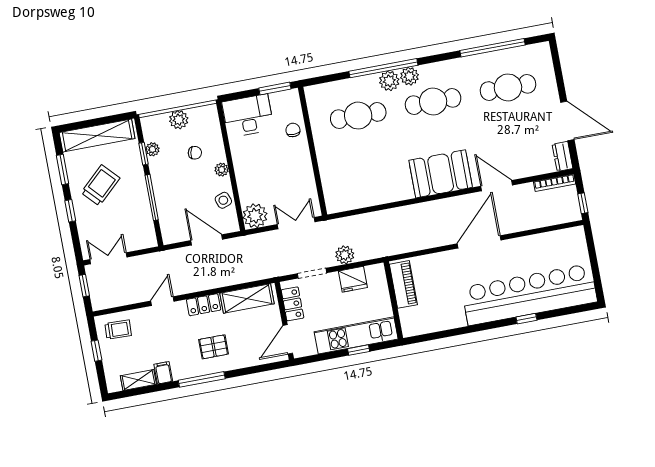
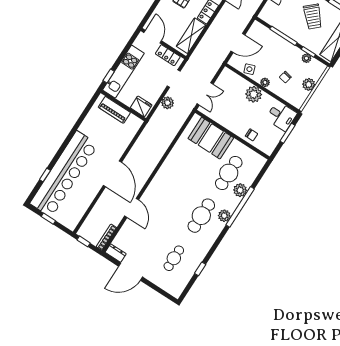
window: (492, 48) -> (200, 269), width x0.32
plant: (389, 81) -> (240, 190), moved
cafe table: (508, 87) -> (174, 258), width x0.73, depth x0.74
window: (275, 88) -> (288, 133), moved
desk: (248, 116) -> (281, 116), width x0.73
booth: (441, 174) -> (211, 138), moved, turned 90
door: (497, 186) -> (132, 208), hinge flipped
plant: (255, 216) -> (254, 94), moved
window: (594, 266) -> (48, 219), added
fridge: (353, 279) -> (141, 106), moved, turned 90
piano: (403, 284) -> (114, 110), moved
window: (526, 319) -> (45, 175), moved
window: (359, 350) -> (109, 76), moved

